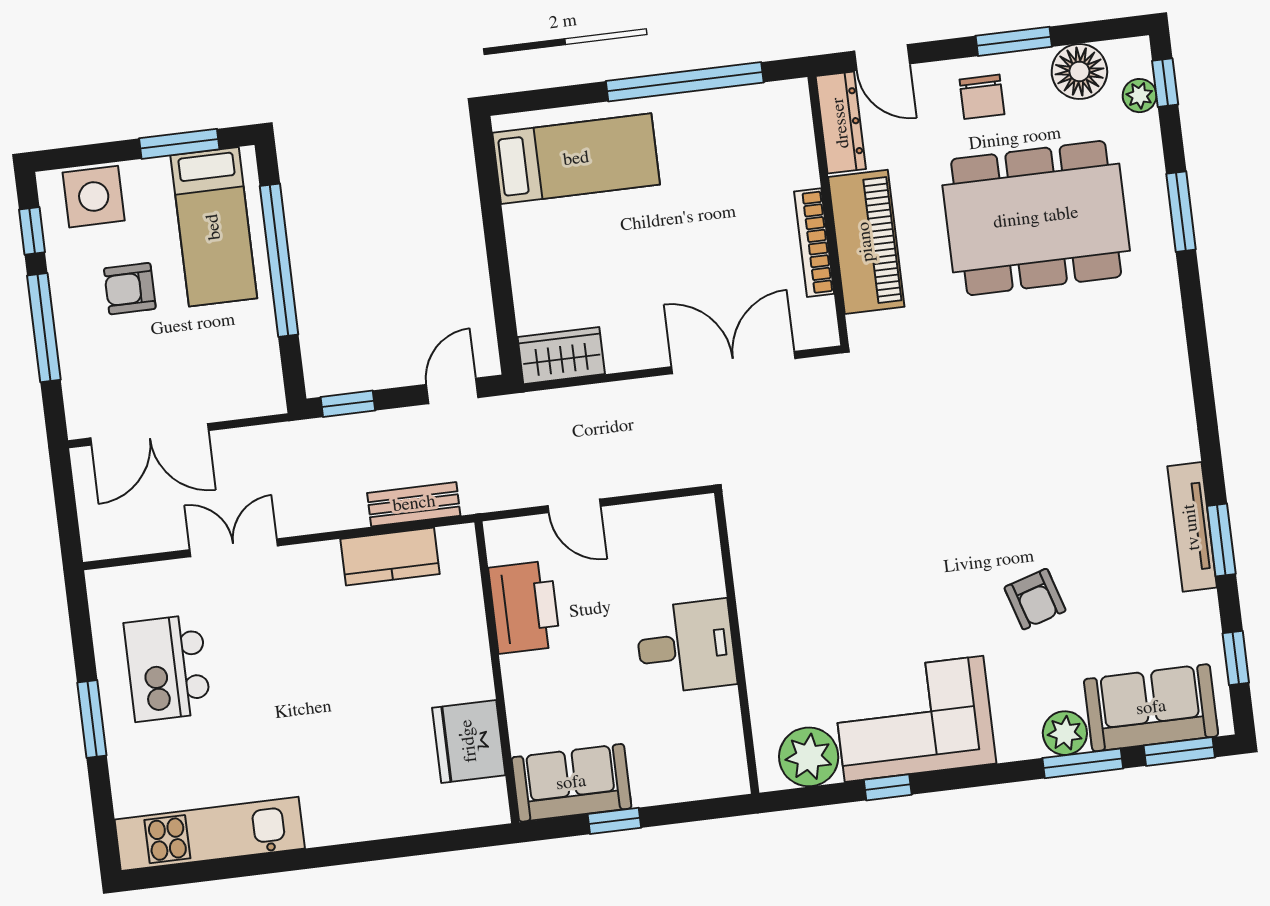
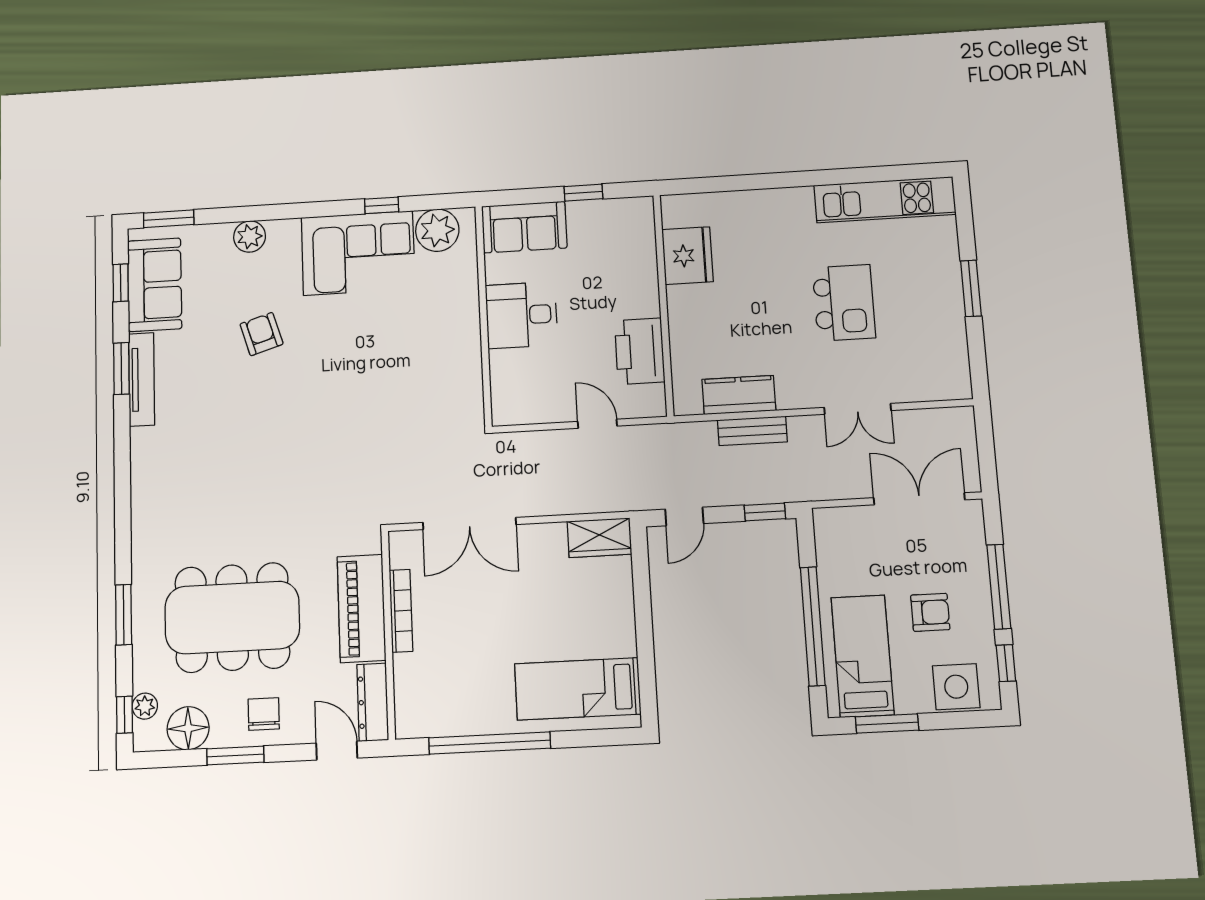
bench: (414, 504) -> (752, 431), moved
kitchen island: (167, 668) -> (844, 303), moved
sofa: (1151, 708) -> (155, 285), moved, turned -90
window: (1083, 763) -> (239, 214), removed
sofa: (571, 783) -> (524, 227), moved

